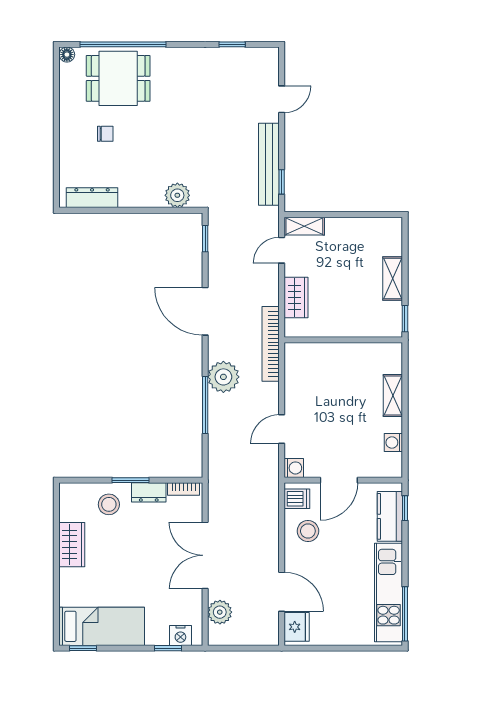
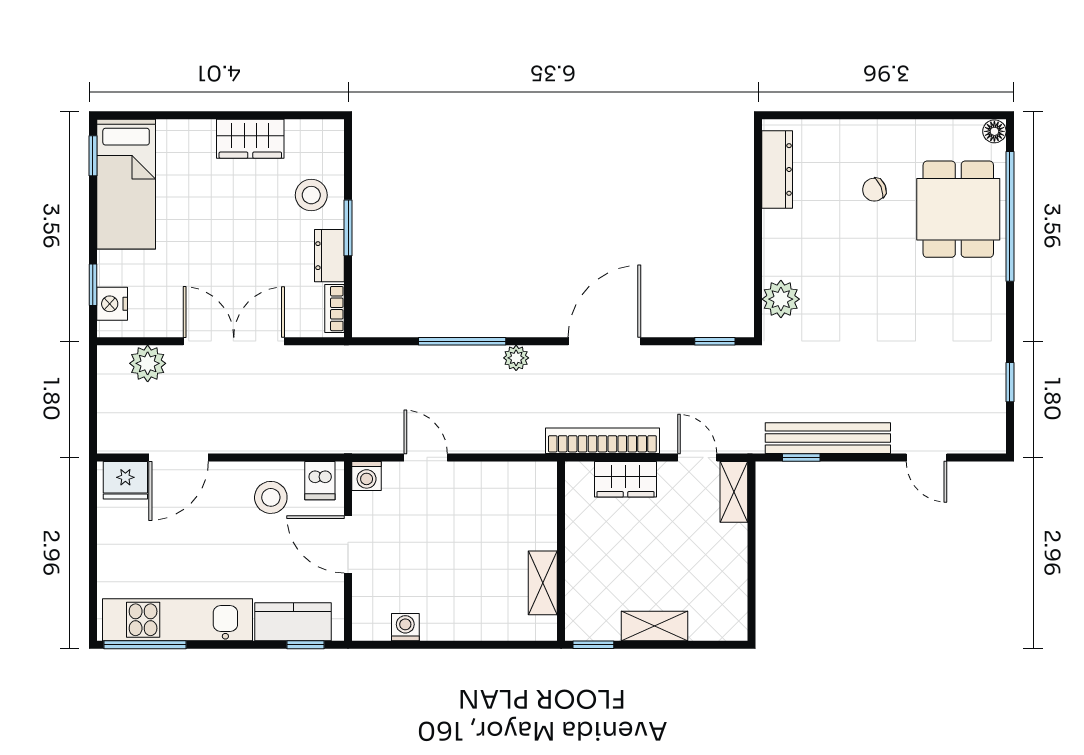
chair: (105, 134) -> (874, 190), turned 67
bookcase: (271, 344) -> (602, 441), moved
plant: (223, 377) -> (516, 358), width x0.53, depth x0.53
shelving: (393, 395) -> (543, 583), moved, turned 90

